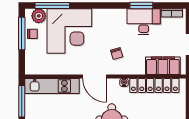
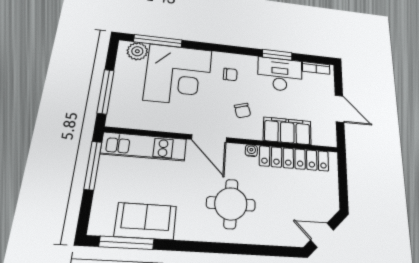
window: (22, 34) -> (106, 92), moved
chair: (32, 34) -> (230, 74), moved
filing cabinet: (163, 66) -> (287, 131), moved

